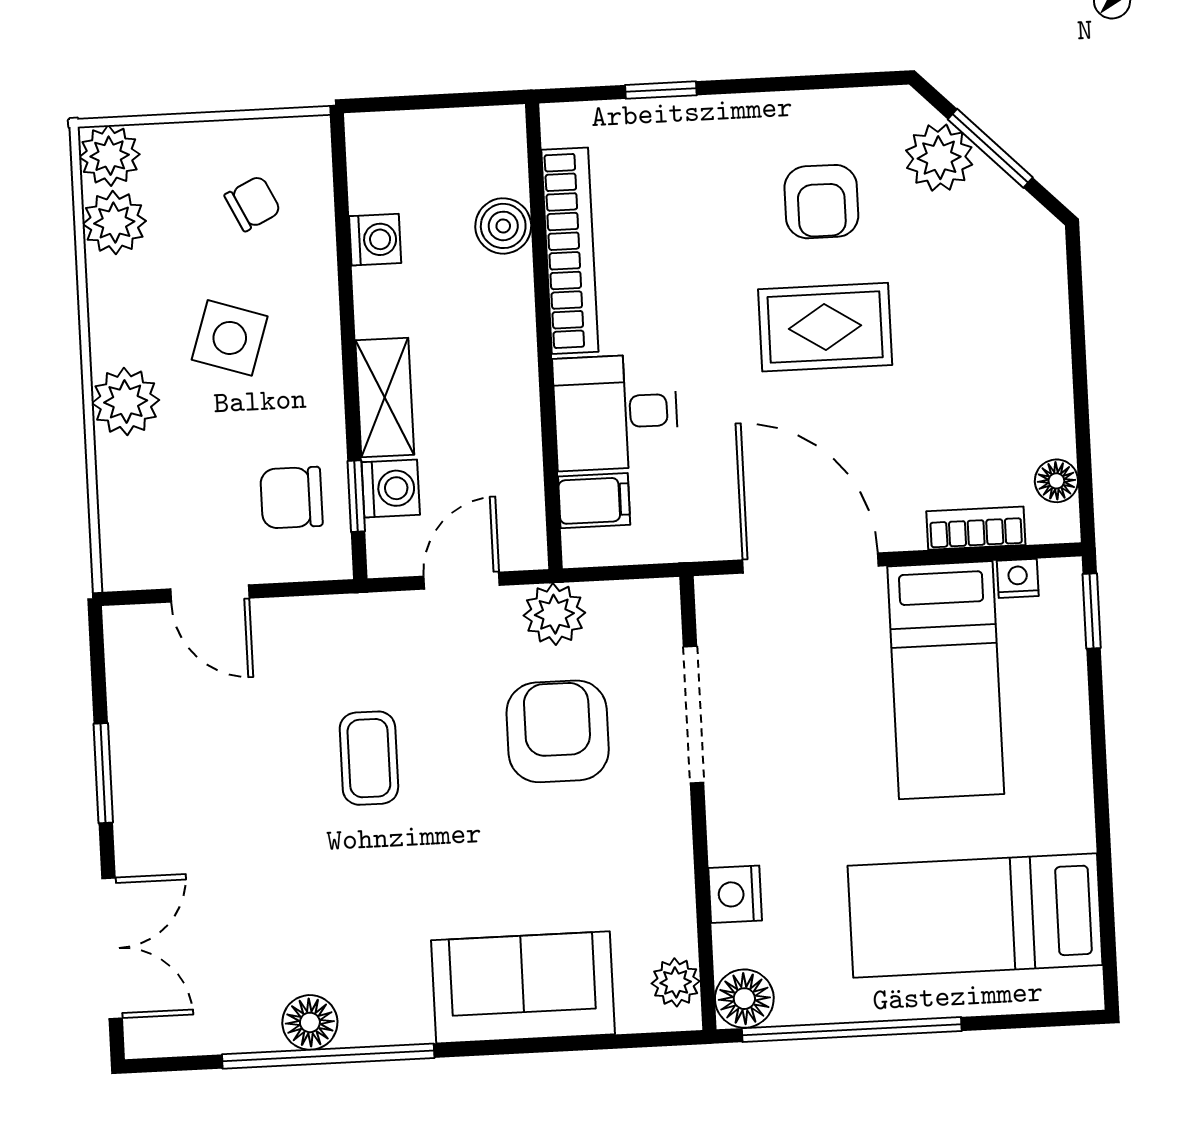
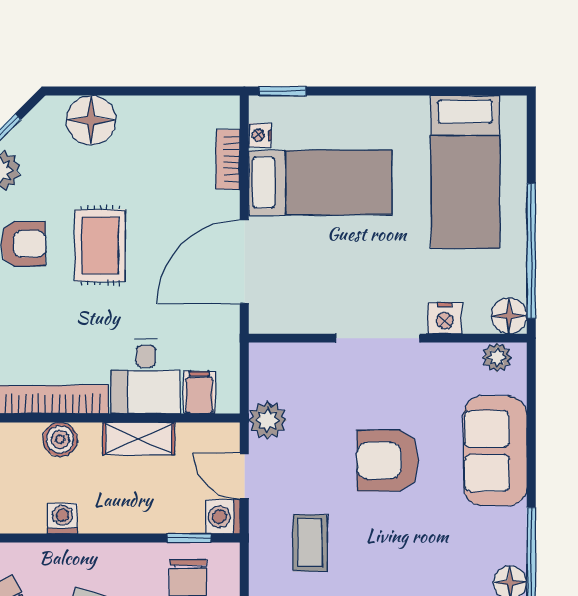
boiler: (503, 226) -> (60, 439), moved
washing machine: (375, 240) -> (63, 518), moved
shelving: (385, 398) -> (139, 439), moved
floor lamp: (1056, 481) -> (91, 120), moved, width x1.89, depth x1.89
washing machine: (391, 488) -> (223, 517), moved, turned -90
doorway: (693, 715) -> (378, 338), moved
armchair: (558, 731) -> (388, 461), moved
coffee table: (369, 758) -> (310, 543), moved, turned 90

